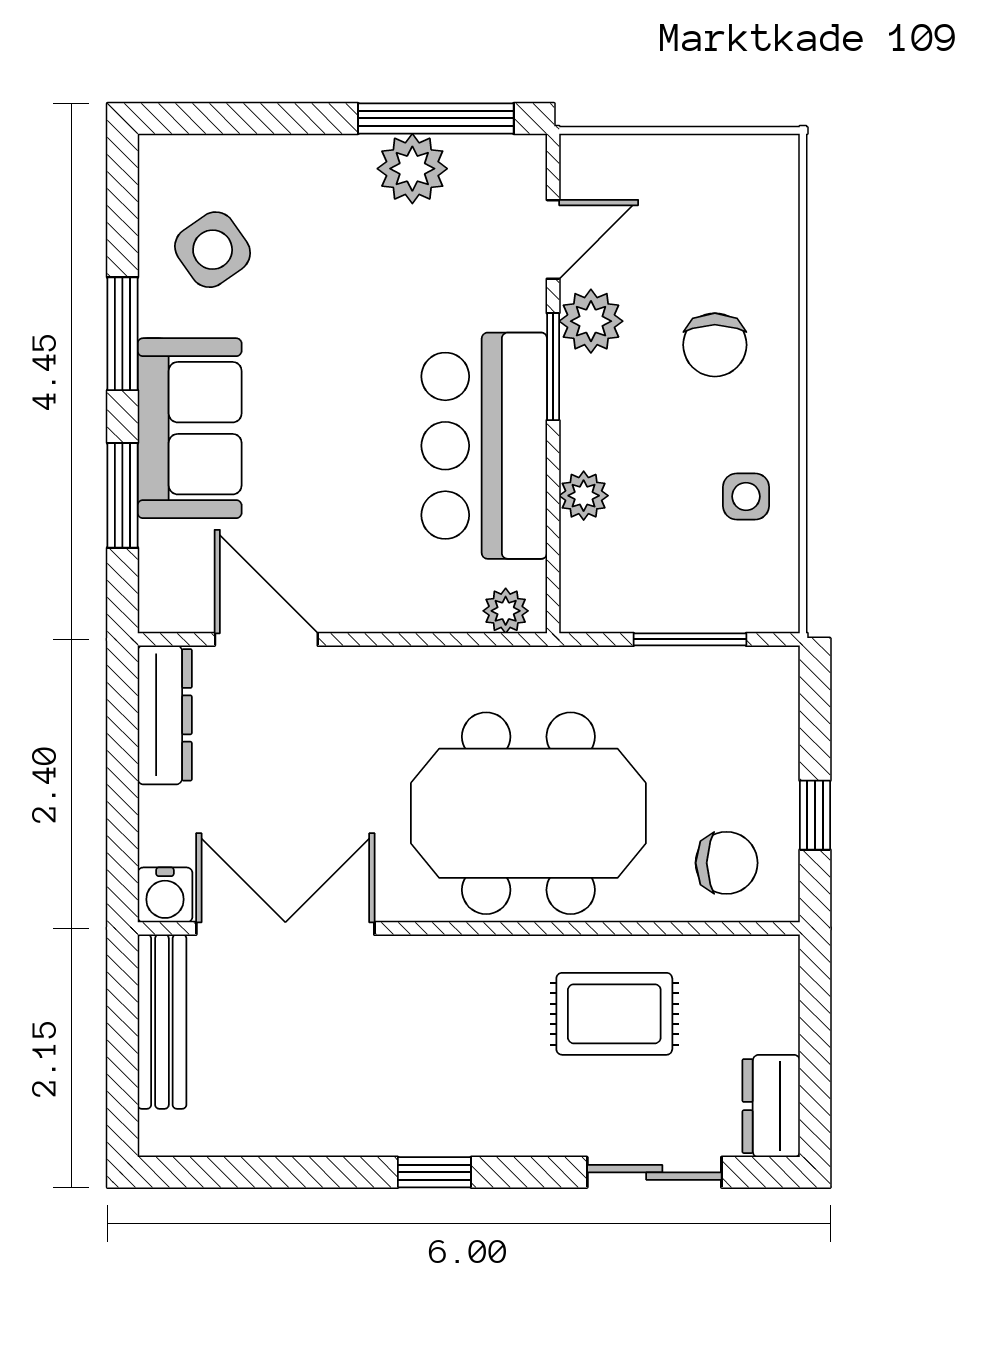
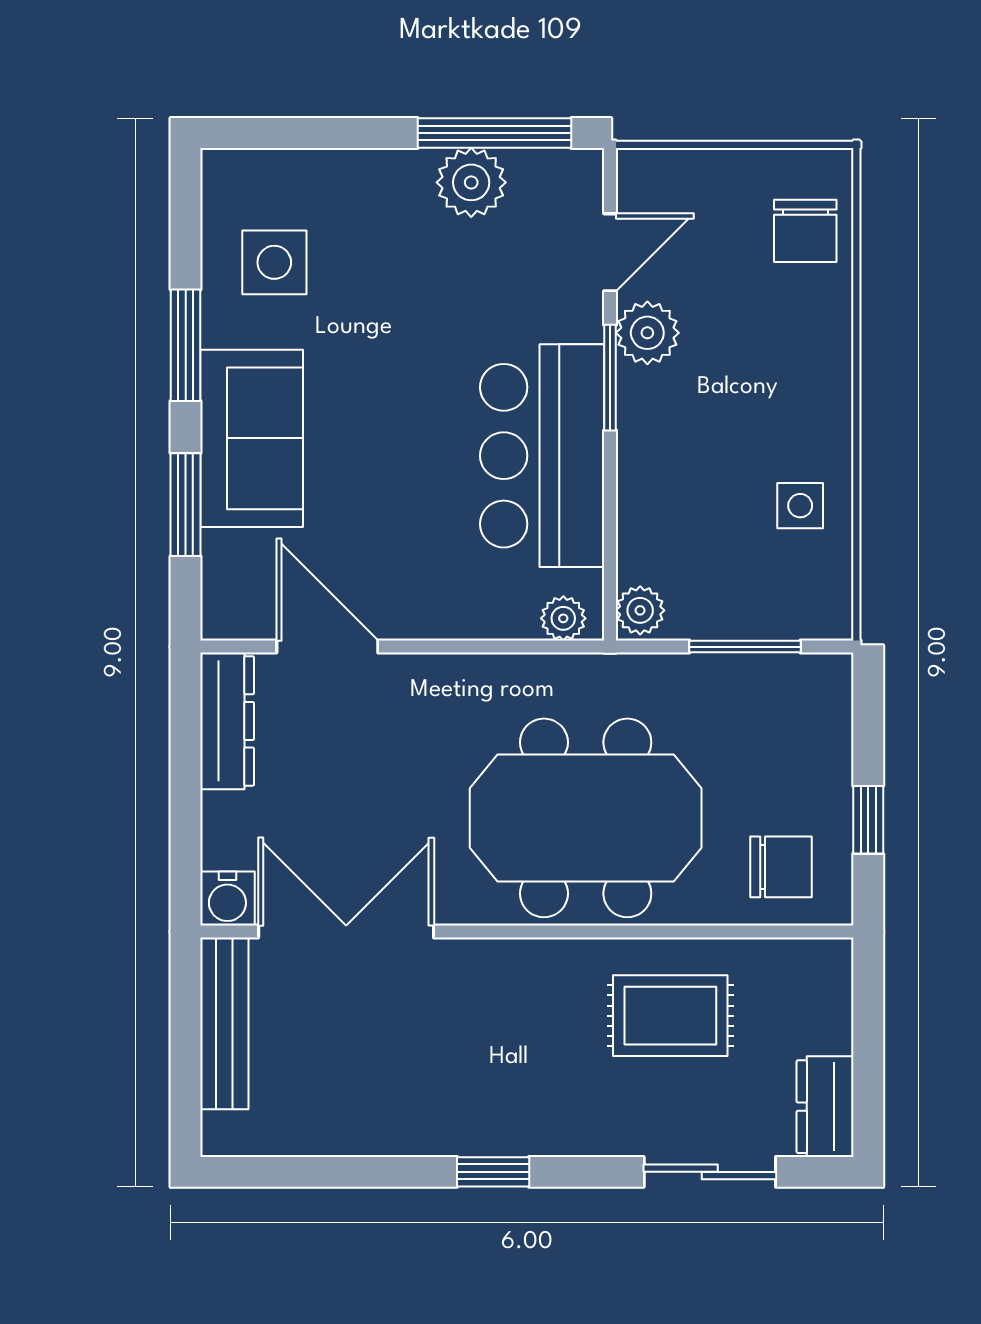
side table: (213, 250) -> (274, 262), turned 35
chair: (715, 345) -> (805, 231), moved
plant: (584, 496) -> (640, 610), moved

